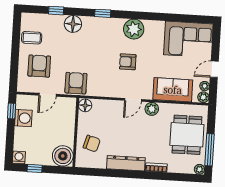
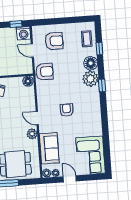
plant: (134, 29) -> (91, 79), moved
coffee table: (32, 38) -> (87, 39), moved
washing machine: (23, 118) -> (24, 33), moved

